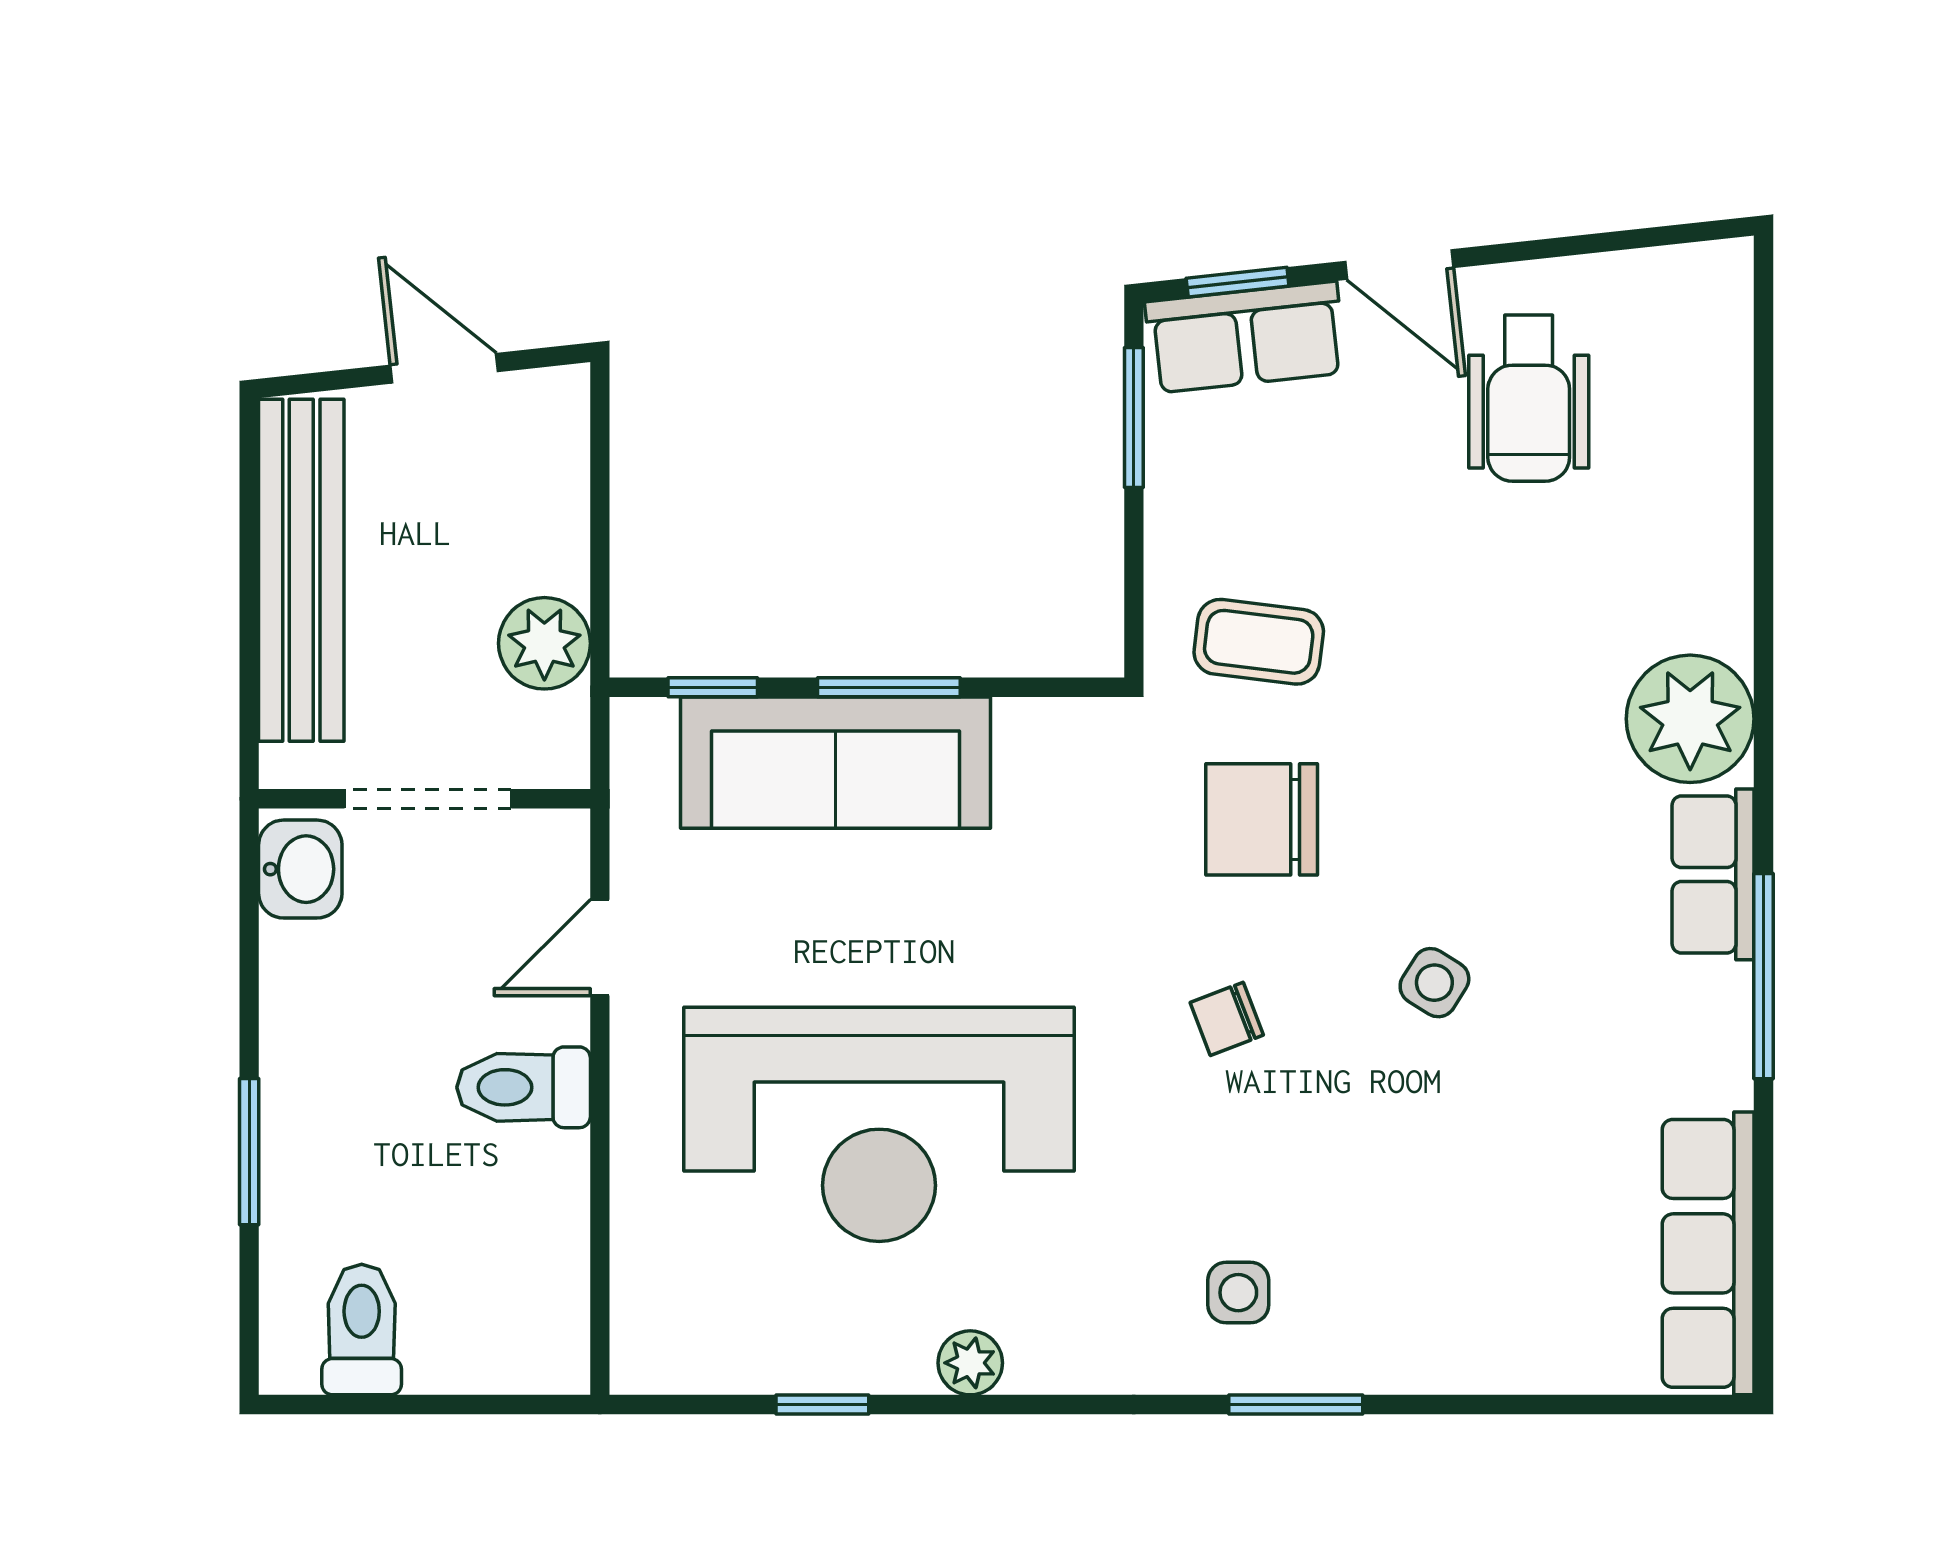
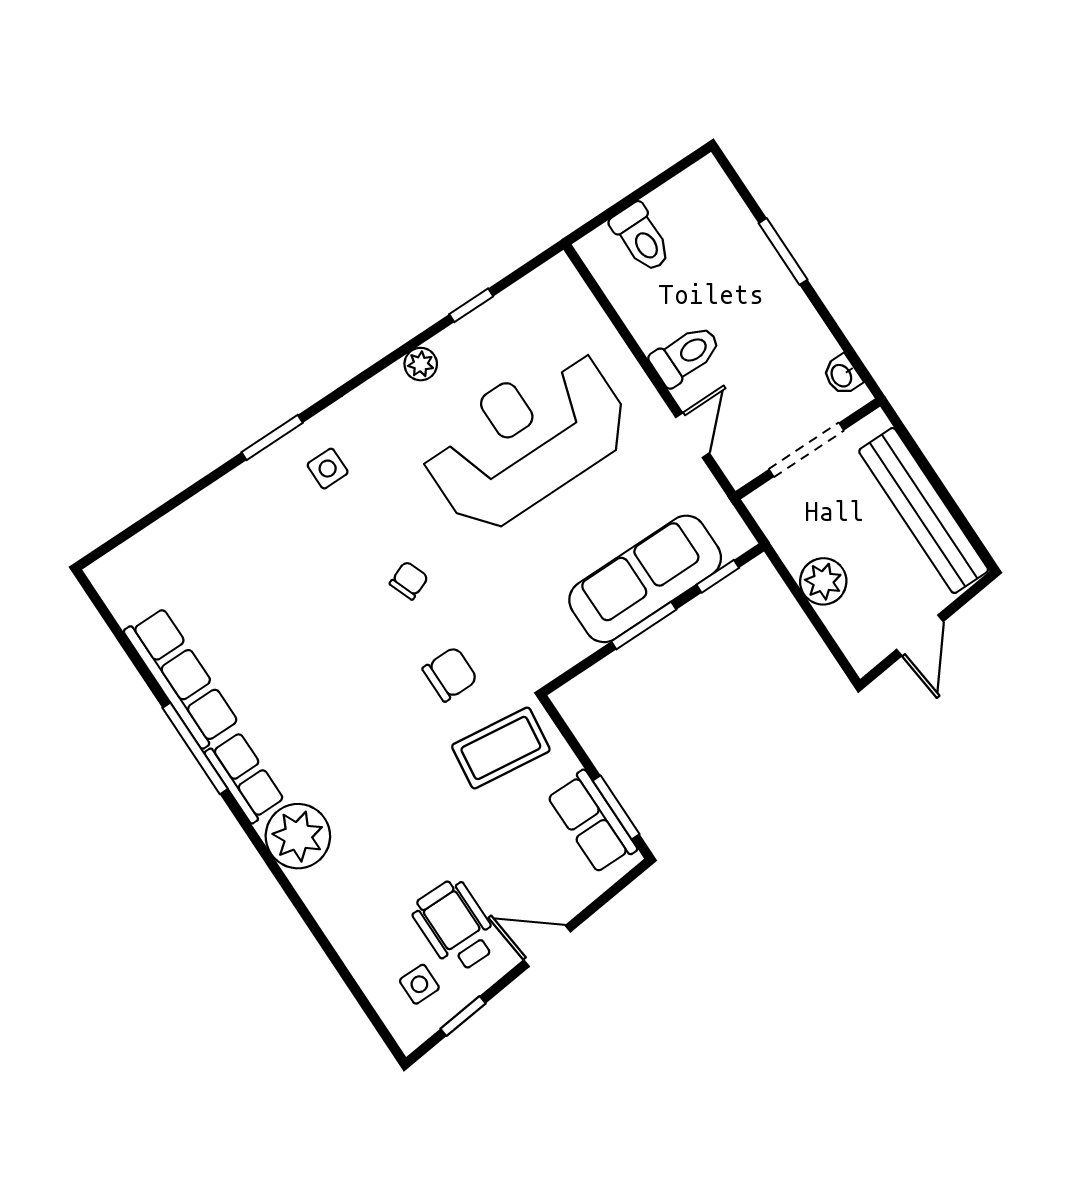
window: (1238, 282) -> (463, 1016), moved
row of seats: (1245, 337) -> (592, 822), moved, turned -84
door: (444, 368) -> (920, 635), hinge flipped
coffee table: (1259, 642) -> (501, 748), width x1.36, depth x1.30
plant: (544, 643) -> (823, 581), moved
chair: (1262, 819) -> (450, 674), width x0.73, depth x0.73
washbasin: (300, 869) -> (842, 375), width x0.72, depth x0.69
side table: (1434, 983) -> (419, 984), moved, turned -32
row of seats: (1708, 1253) -> (182, 677), moved
toilet: (362, 1330) -> (641, 238), moved

